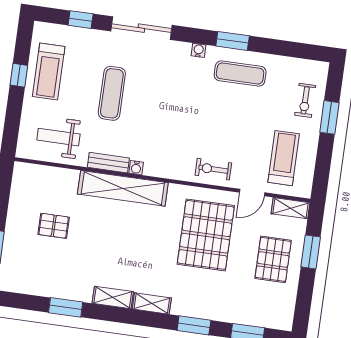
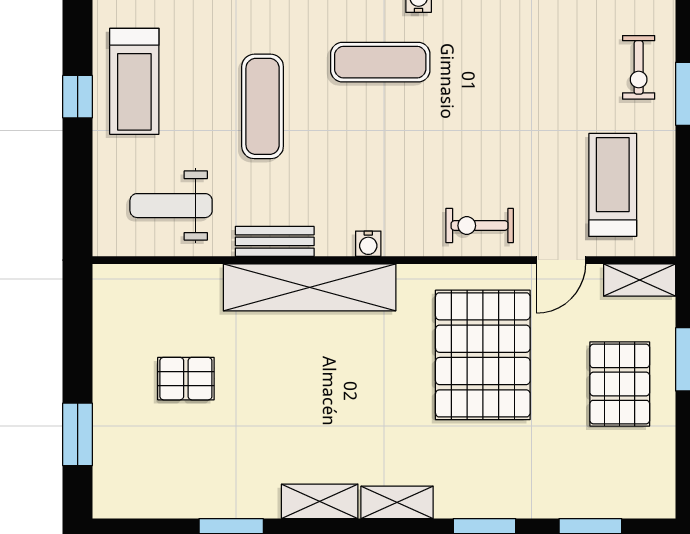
exercise mat: (240, 74) -> (380, 62), moved
water cooler: (136, 168) -> (368, 244), moved

